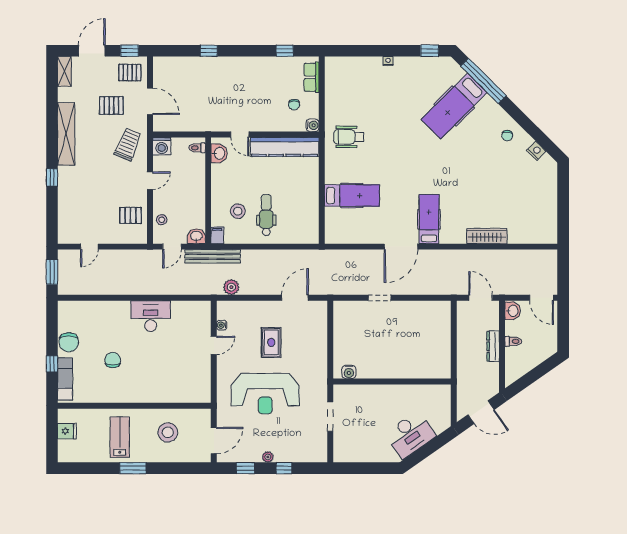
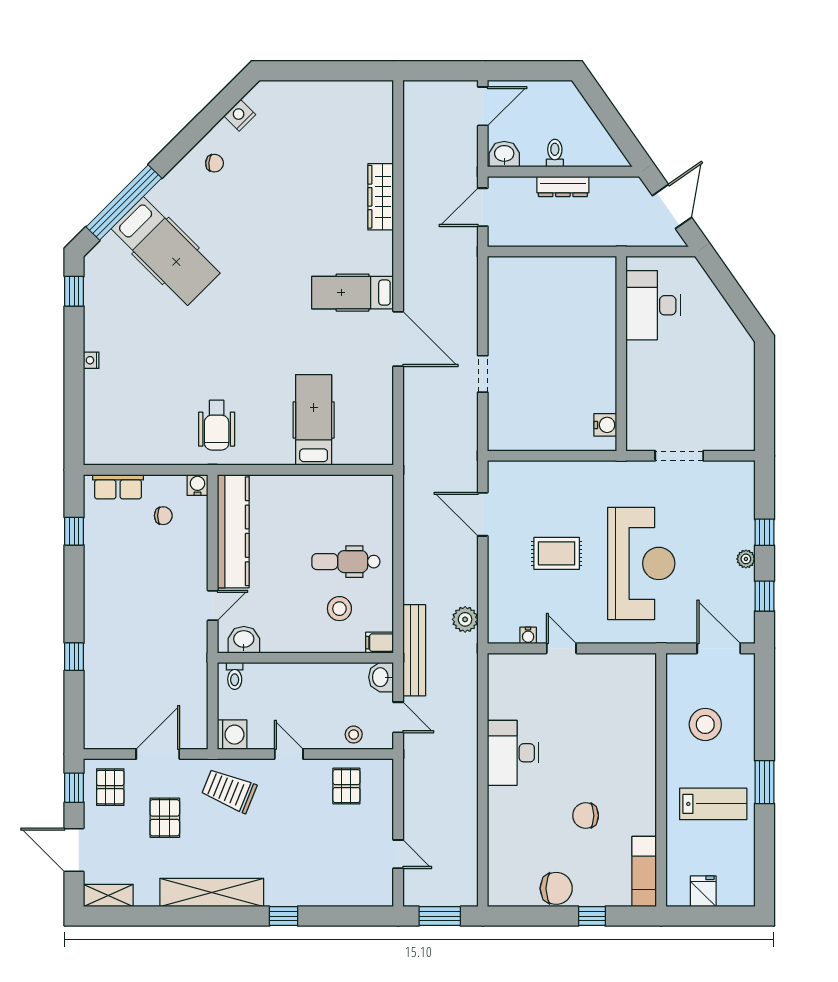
exam couch: (65, 379) -> (644, 872), moved, turned -90
desk: (410, 435) -> (653, 305), moved, turned -145
lab bench: (120, 437) -> (713, 804), turned 180

